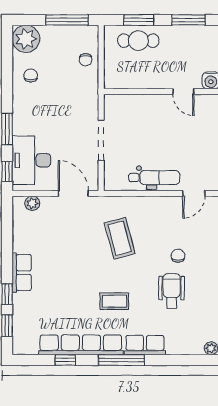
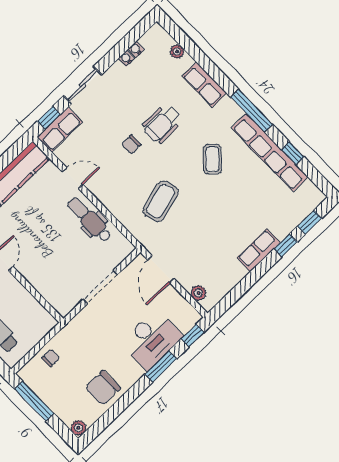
plant: (26, 39) -> (78, 428), width x0.53, depth x0.53
chair: (31, 75) -> (103, 388), width x1.87, depth x1.87
desk: (31, 160) -> (152, 340), moved
coffee table: (114, 301) -> (212, 159), turned 43
row of seats: (145, 345) -> (204, 85), moved

